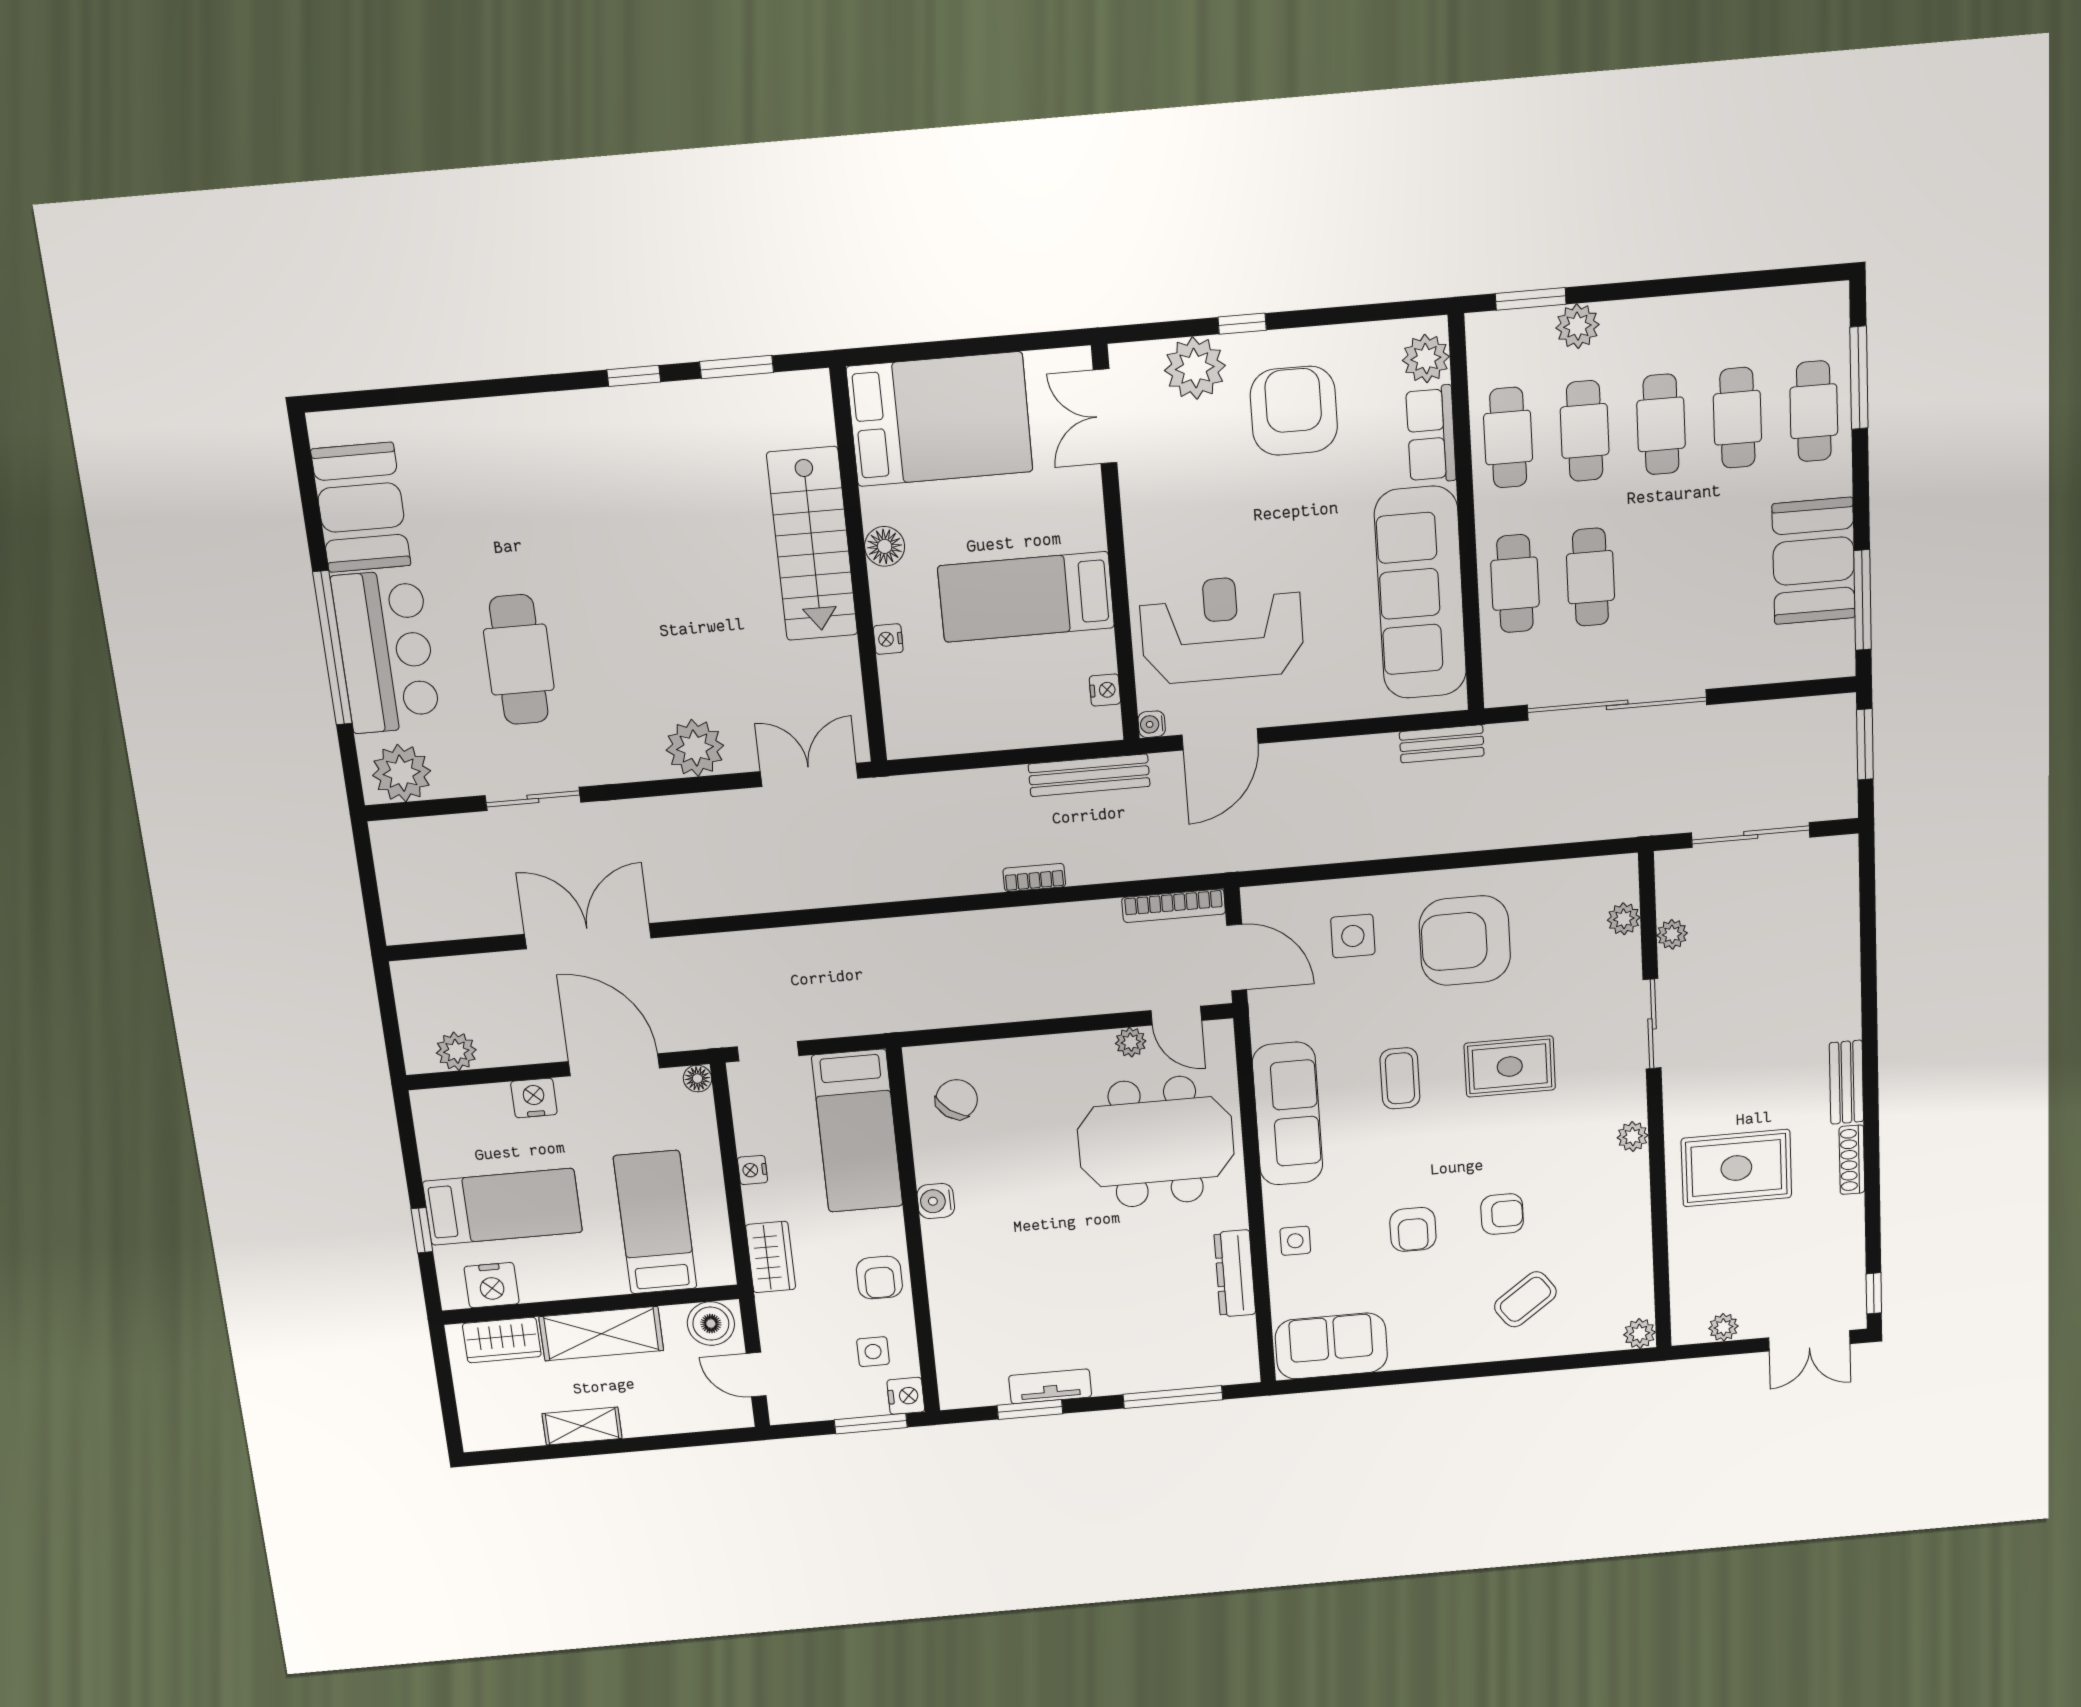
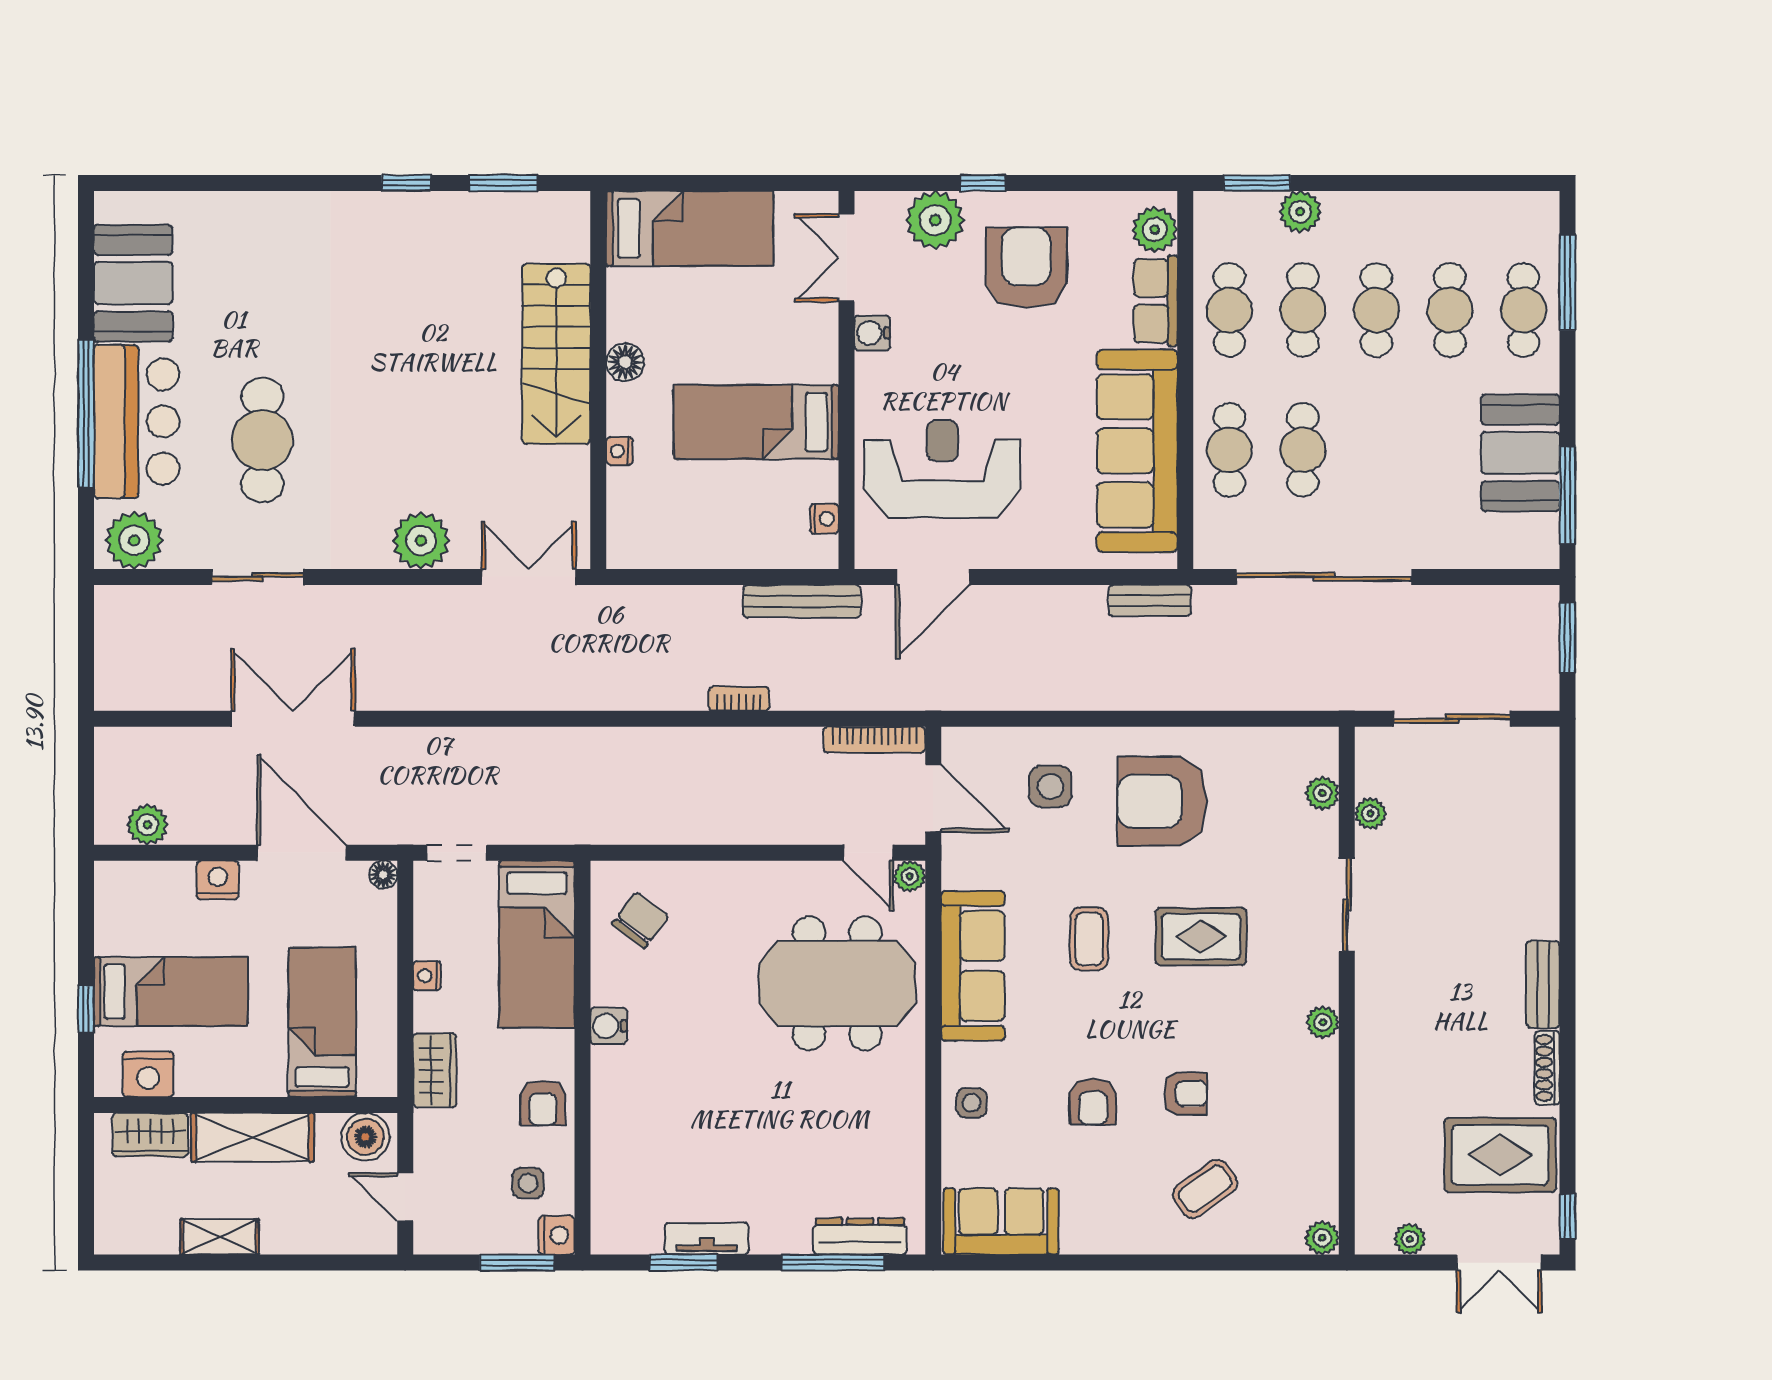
bed: (940, 419) -> (690, 228), width x0.67
water cooler: (1152, 724) -> (872, 333), moved, width x1.38, depth x1.38
plant: (1131, 1042) -> (910, 876), moved
rug: (1736, 1168) -> (1500, 1155), moved
dresser: (1235, 1273) -> (860, 1236), moved, turned 90

